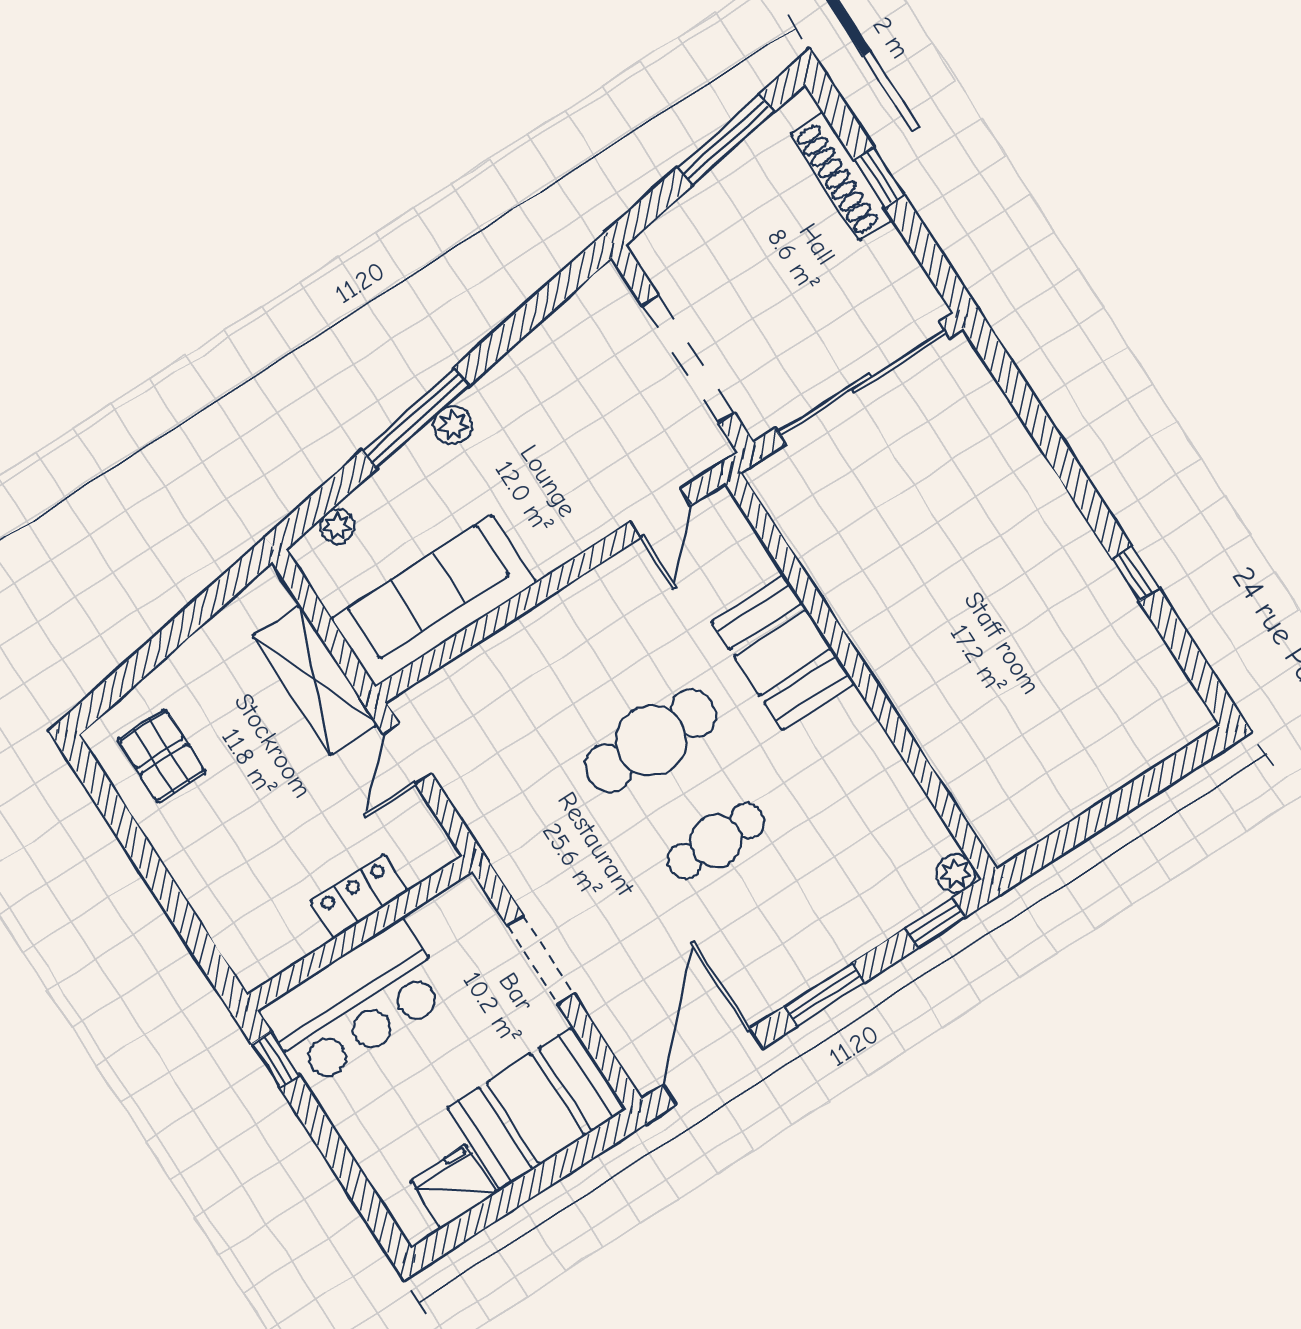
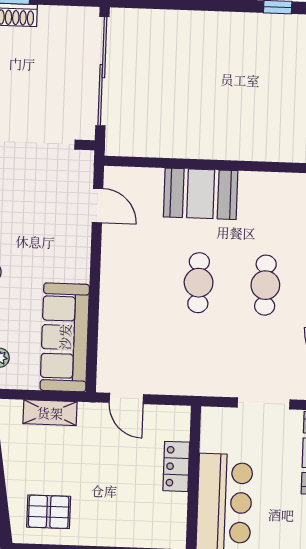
shelving: (315, 680) -> (50, 413), width x0.67, depth x0.75
cafe table: (651, 741) -> (199, 283), width x0.73, depth x0.74

